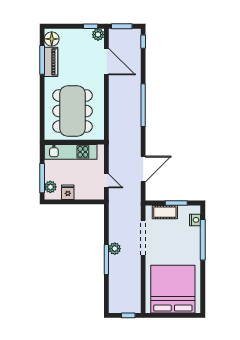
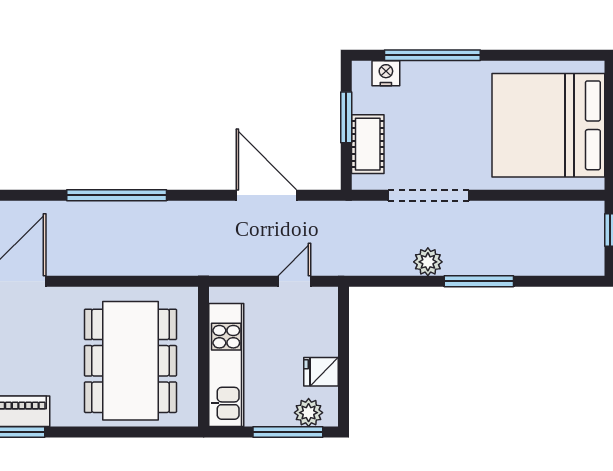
dining table: (73, 111) -> (130, 361), turned 90
plant: (115, 249) -> (428, 262), moved

